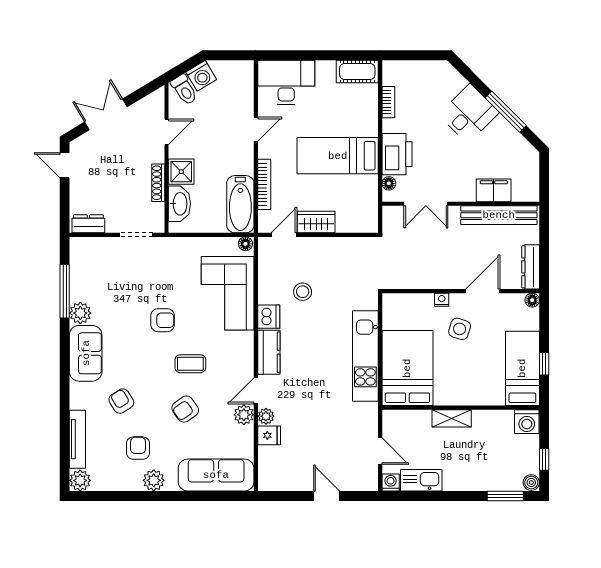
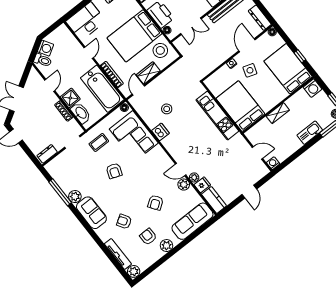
bed: (338, 156) -> (135, 36), width x1.50
bathtub: (240, 204) -> (102, 89), width x1.36, depth x1.36
stool: (357, 204) -> (160, 50), added
armchair: (163, 320) -> (114, 171), turned 110
kitchen counter: (269, 352) -> (214, 200), moved
coffee table: (190, 364) -> (99, 142), moved
bed: (522, 368) -> (288, 69), width x1.50
door: (256, 391) -> (181, 170), hinge flipped
kitchen sink: (421, 480) -> (310, 133), moved
door: (327, 496) -> (249, 192), swing flipped

